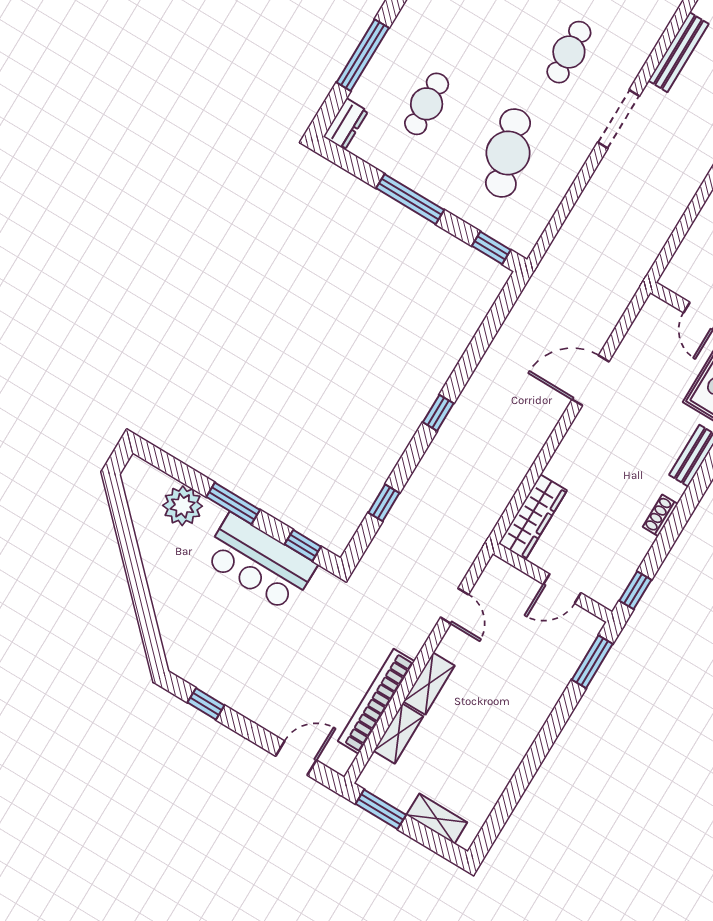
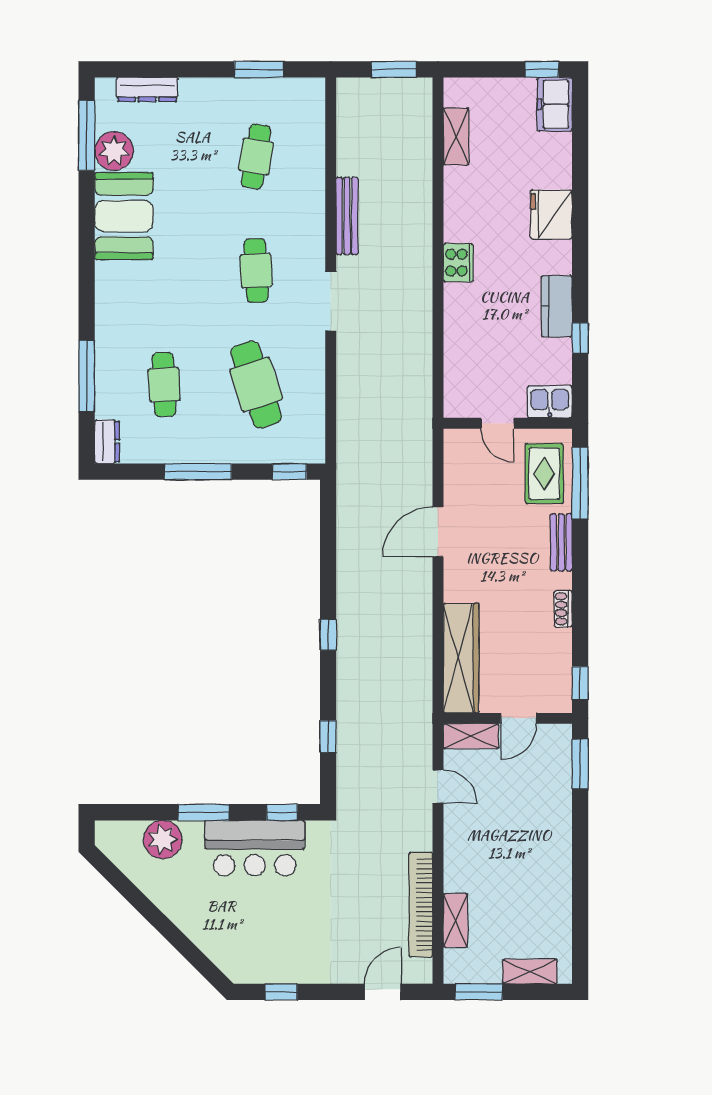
wardrobe: (533, 517) -> (461, 658), width x1.40, depth x1.17
shelving: (429, 684) -> (471, 736), moved, turned 90

